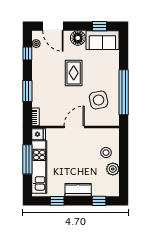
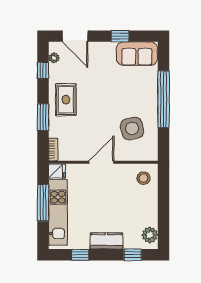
window: (100, 26) -> (120, 36), moved
floor lamp: (78, 38) -> (106, 51), removed
rug: (74, 73) -> (66, 100), moved
window: (124, 92) -> (164, 99), moved
stool: (106, 153) -> (144, 178), moved
plant: (113, 169) -> (150, 235), moved

